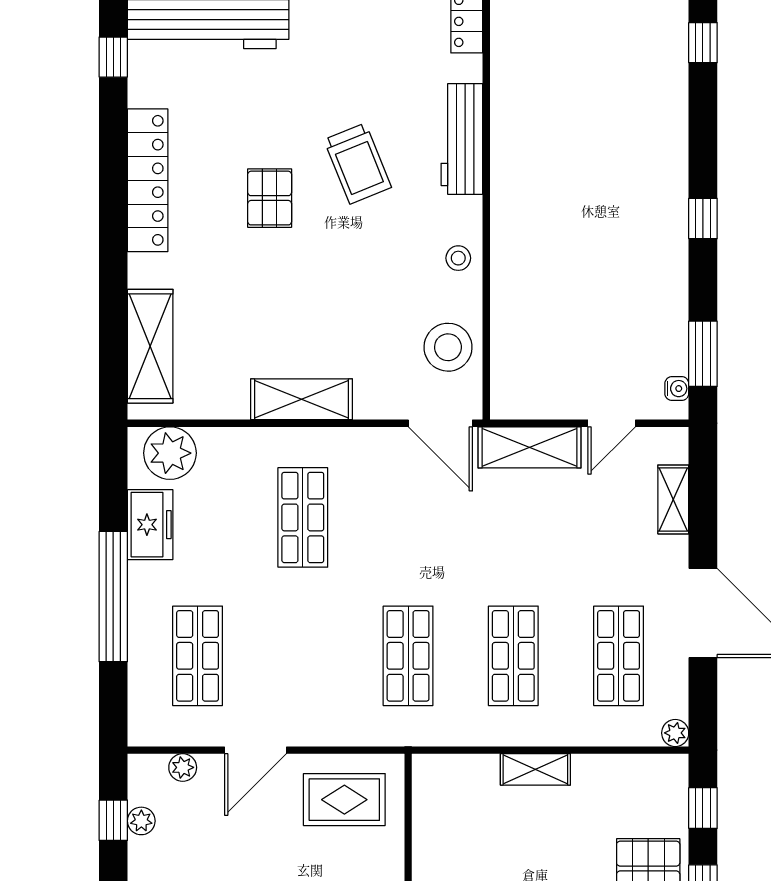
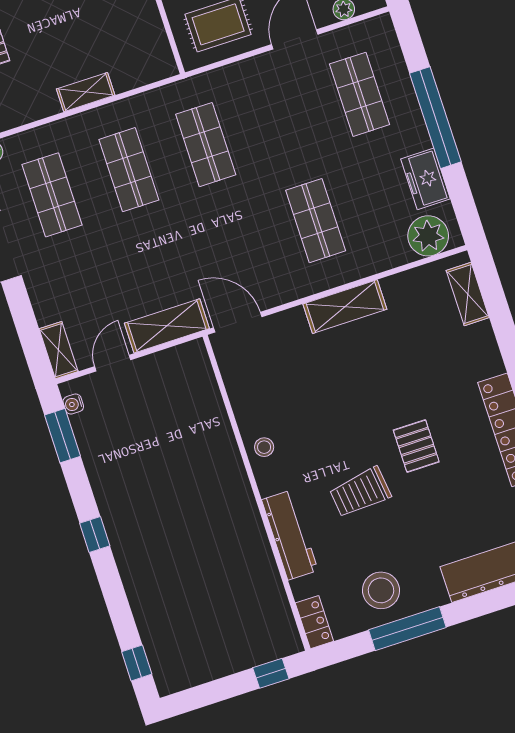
trolley: (358, 163) -> (360, 492), turned -75
shelving: (150, 346) -> (468, 294), width x0.67, depth x0.75
stool: (448, 347) -> (381, 590), moved
shelving: (673, 499) -> (59, 350), moved

